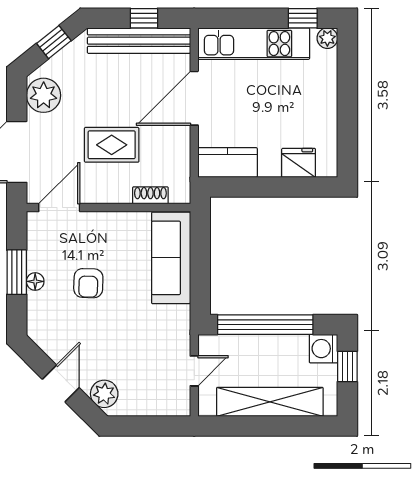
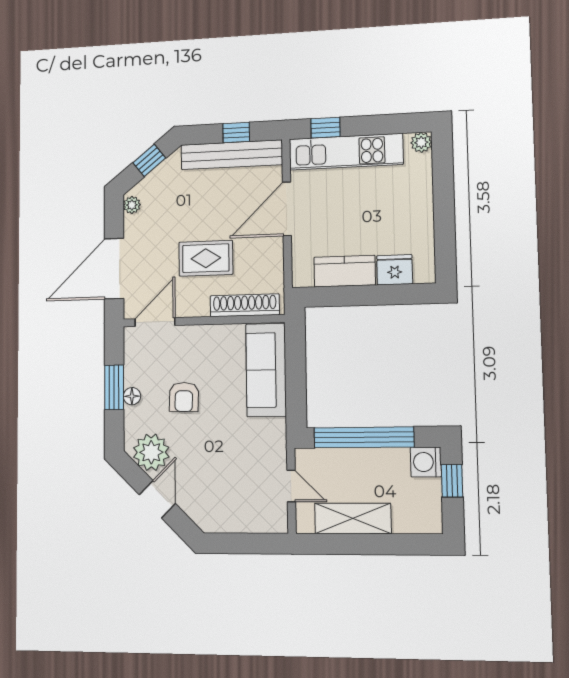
window: (303, 18) -> (325, 128), moved
plant: (44, 95) -> (132, 205), width x0.53, depth x0.53
kitchen counter: (228, 163) -> (345, 271), moved
shoe rack: (150, 195) -> (245, 305), width x1.94, depth x1.24
door: (194, 371) -> (291, 486), hinge flipped
plant: (104, 394) -> (151, 452), moved, width x1.36, depth x1.36
shelving: (270, 402) -> (353, 518), width x0.68

